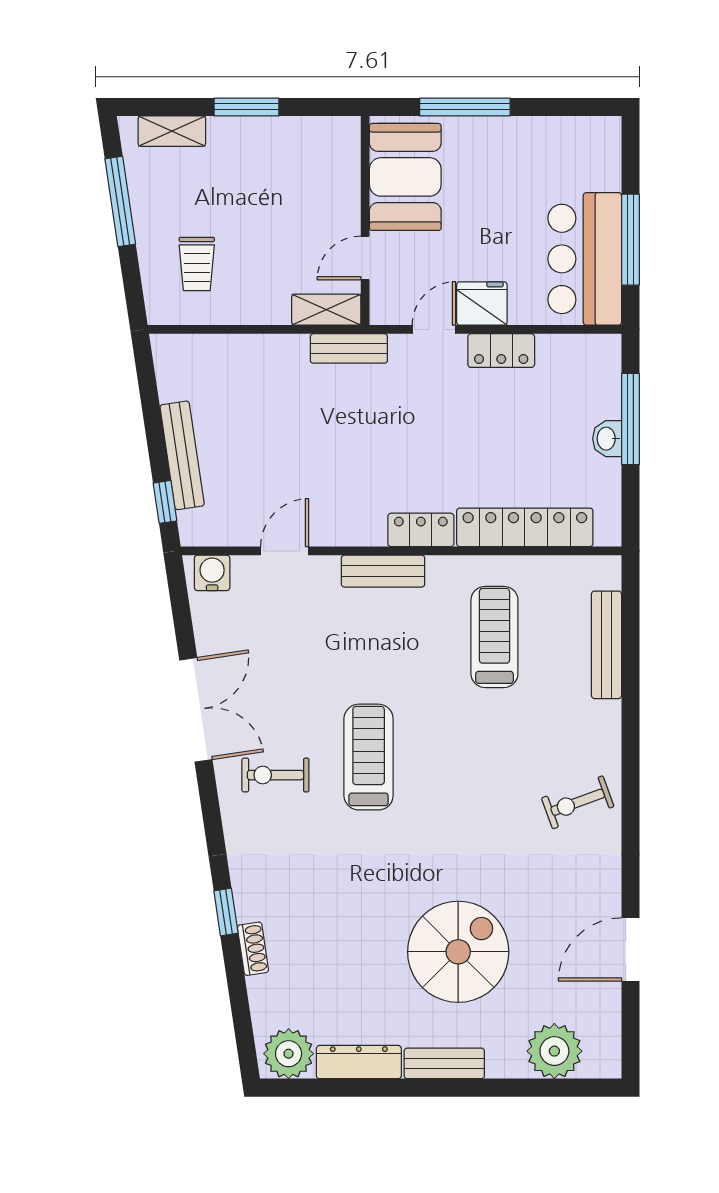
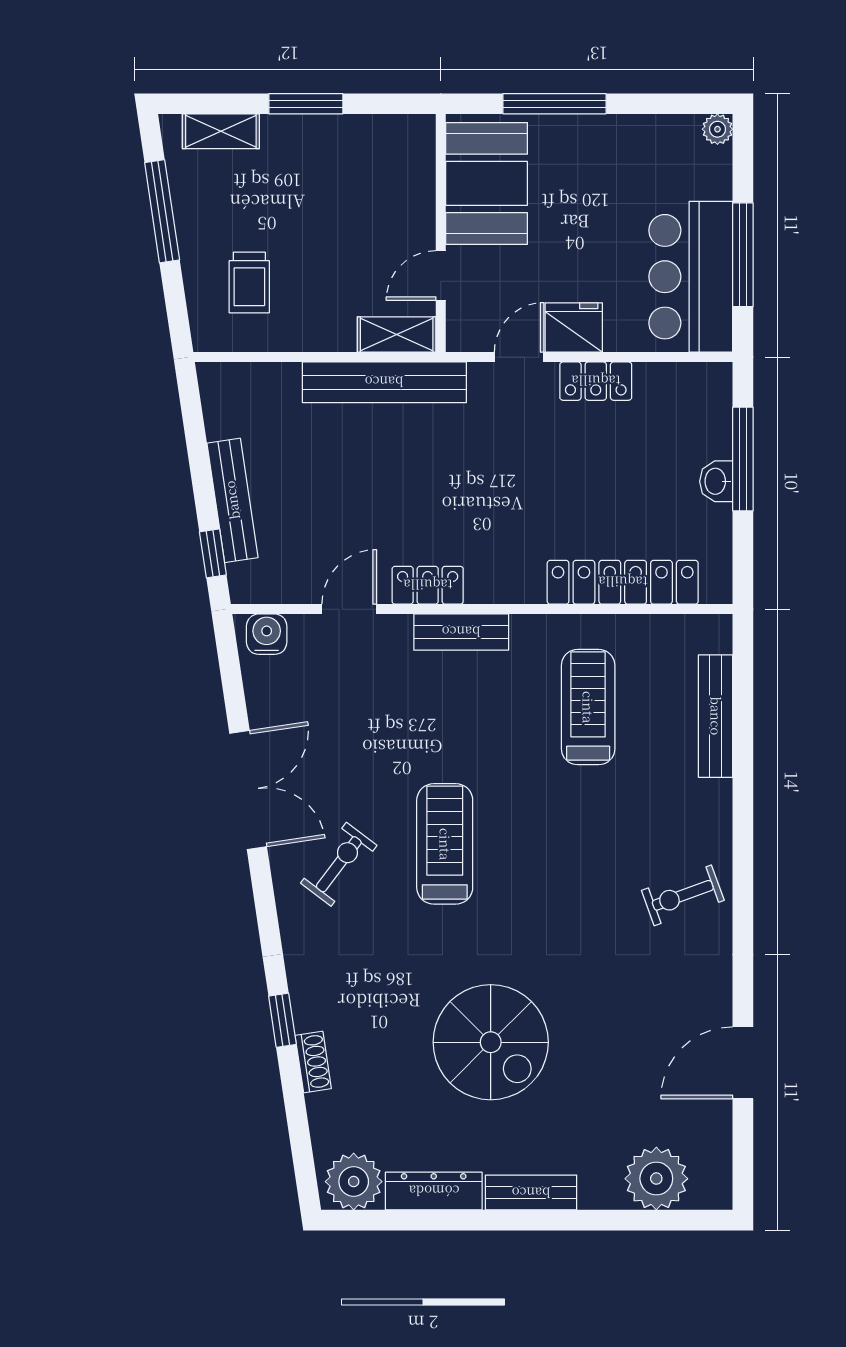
plant: (608, 129) -> (717, 129), added
bench: (349, 348) -> (384, 382), width x1.86, depth x1.21
locker: (421, 530) -> (428, 585), moved
exercise bike: (275, 775) -> (339, 864), turned 127
spiral stairs: (458, 952) -> (491, 1042), moved, turned 90

